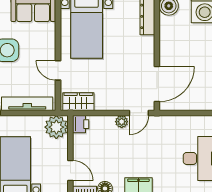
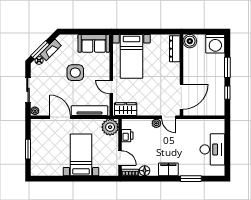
door: (139, 113) -> (169, 117), hinge flipped
printer: (81, 124) -> (127, 136), moved

